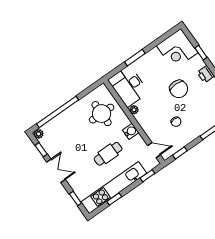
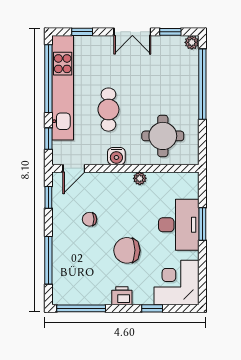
desk: (128, 86) -> (179, 225), moved, turned 90
window: (114, 199) -> (48, 79), width x3.17

